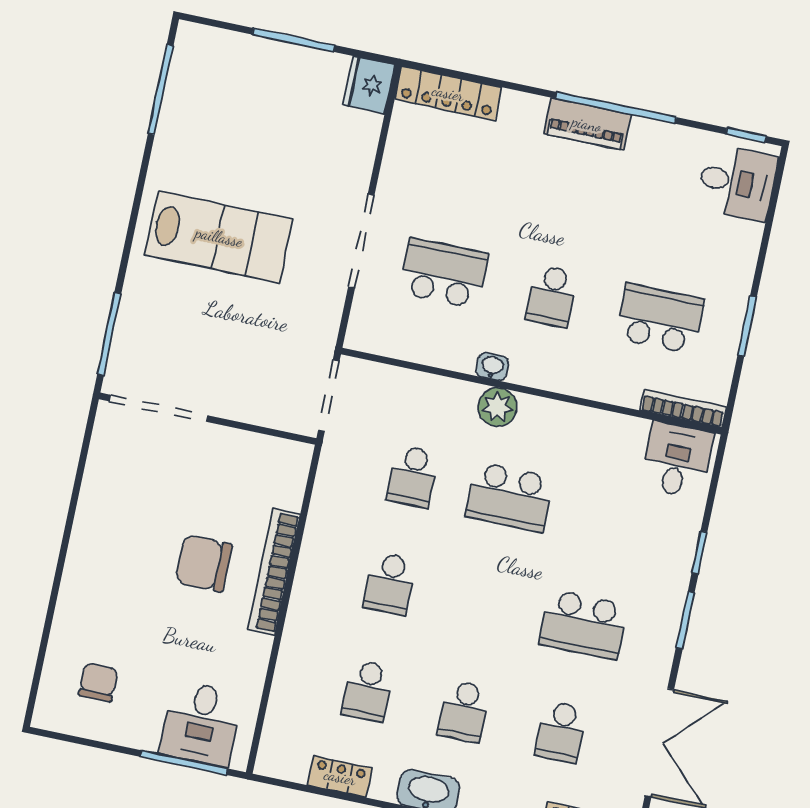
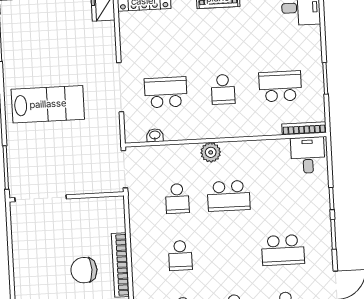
washbasin: (492, 367) -> (155, 135), moved

